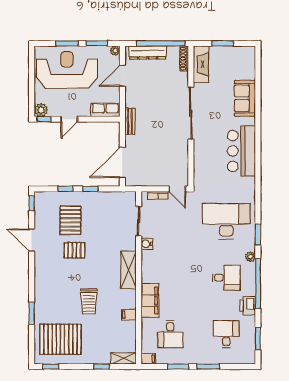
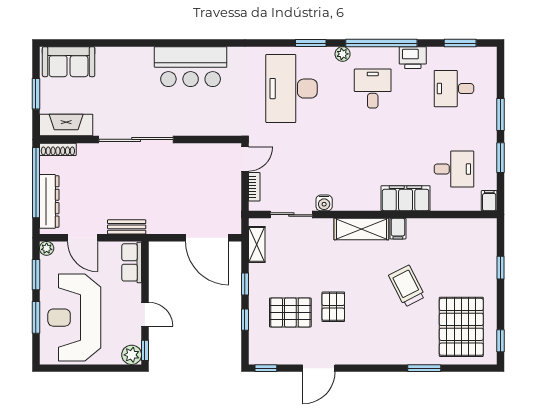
sofa: (245, 98) -> (69, 62), moved
bench: (130, 121) -> (127, 227), moved
trolley: (89, 301) -> (407, 286), turned -117
filing cabinet: (129, 315) -> (398, 229), moved
shelving: (123, 358) -> (257, 244), moved

